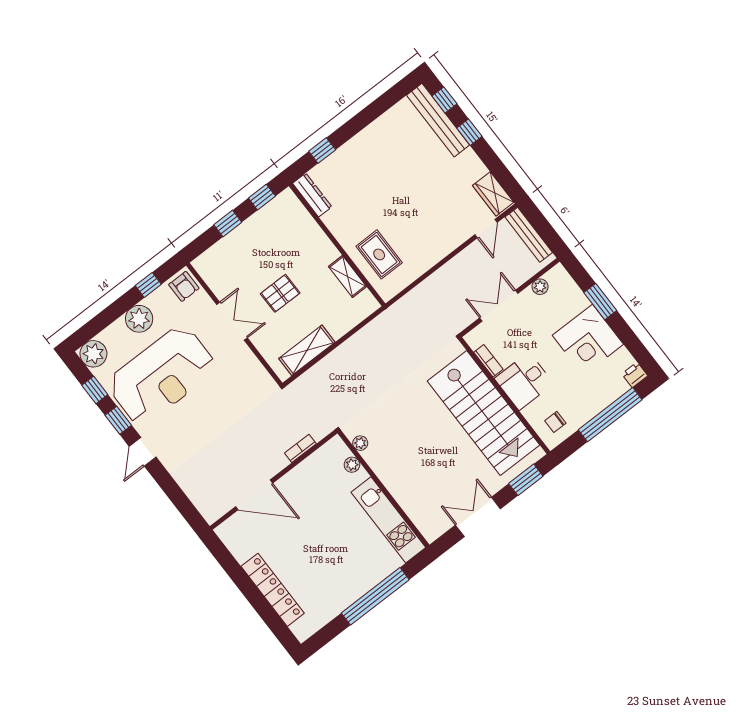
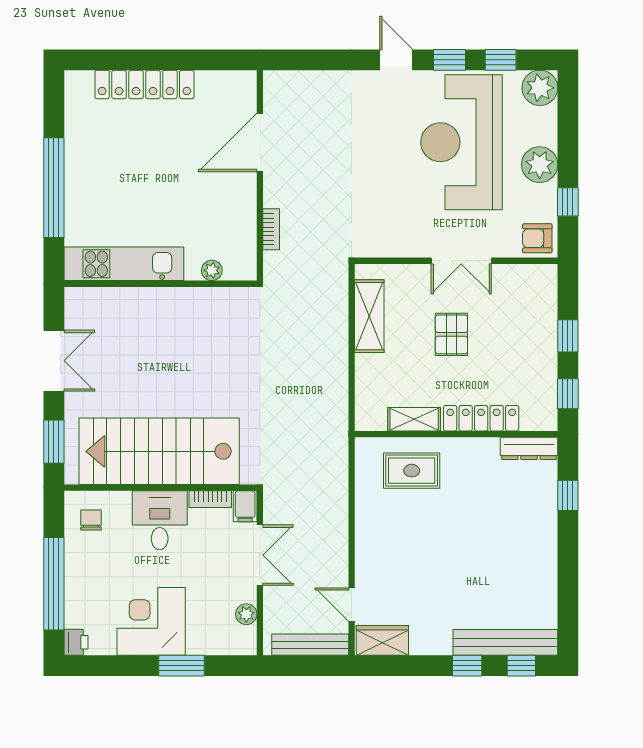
locker: (316, 237) -> (481, 418), added
filing cabinet: (477, 337) -> (245, 506), added
plant: (360, 443) -> (228, 297), removed

